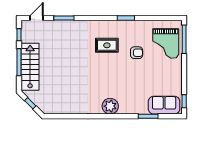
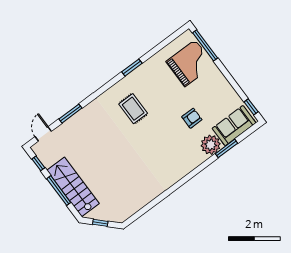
grand piano: (166, 43) -> (190, 63), turned -90
rug: (107, 45) -> (133, 109), turned 90
armchair: (137, 53) -> (192, 118), moved
plant: (110, 106) -> (211, 145), moved

